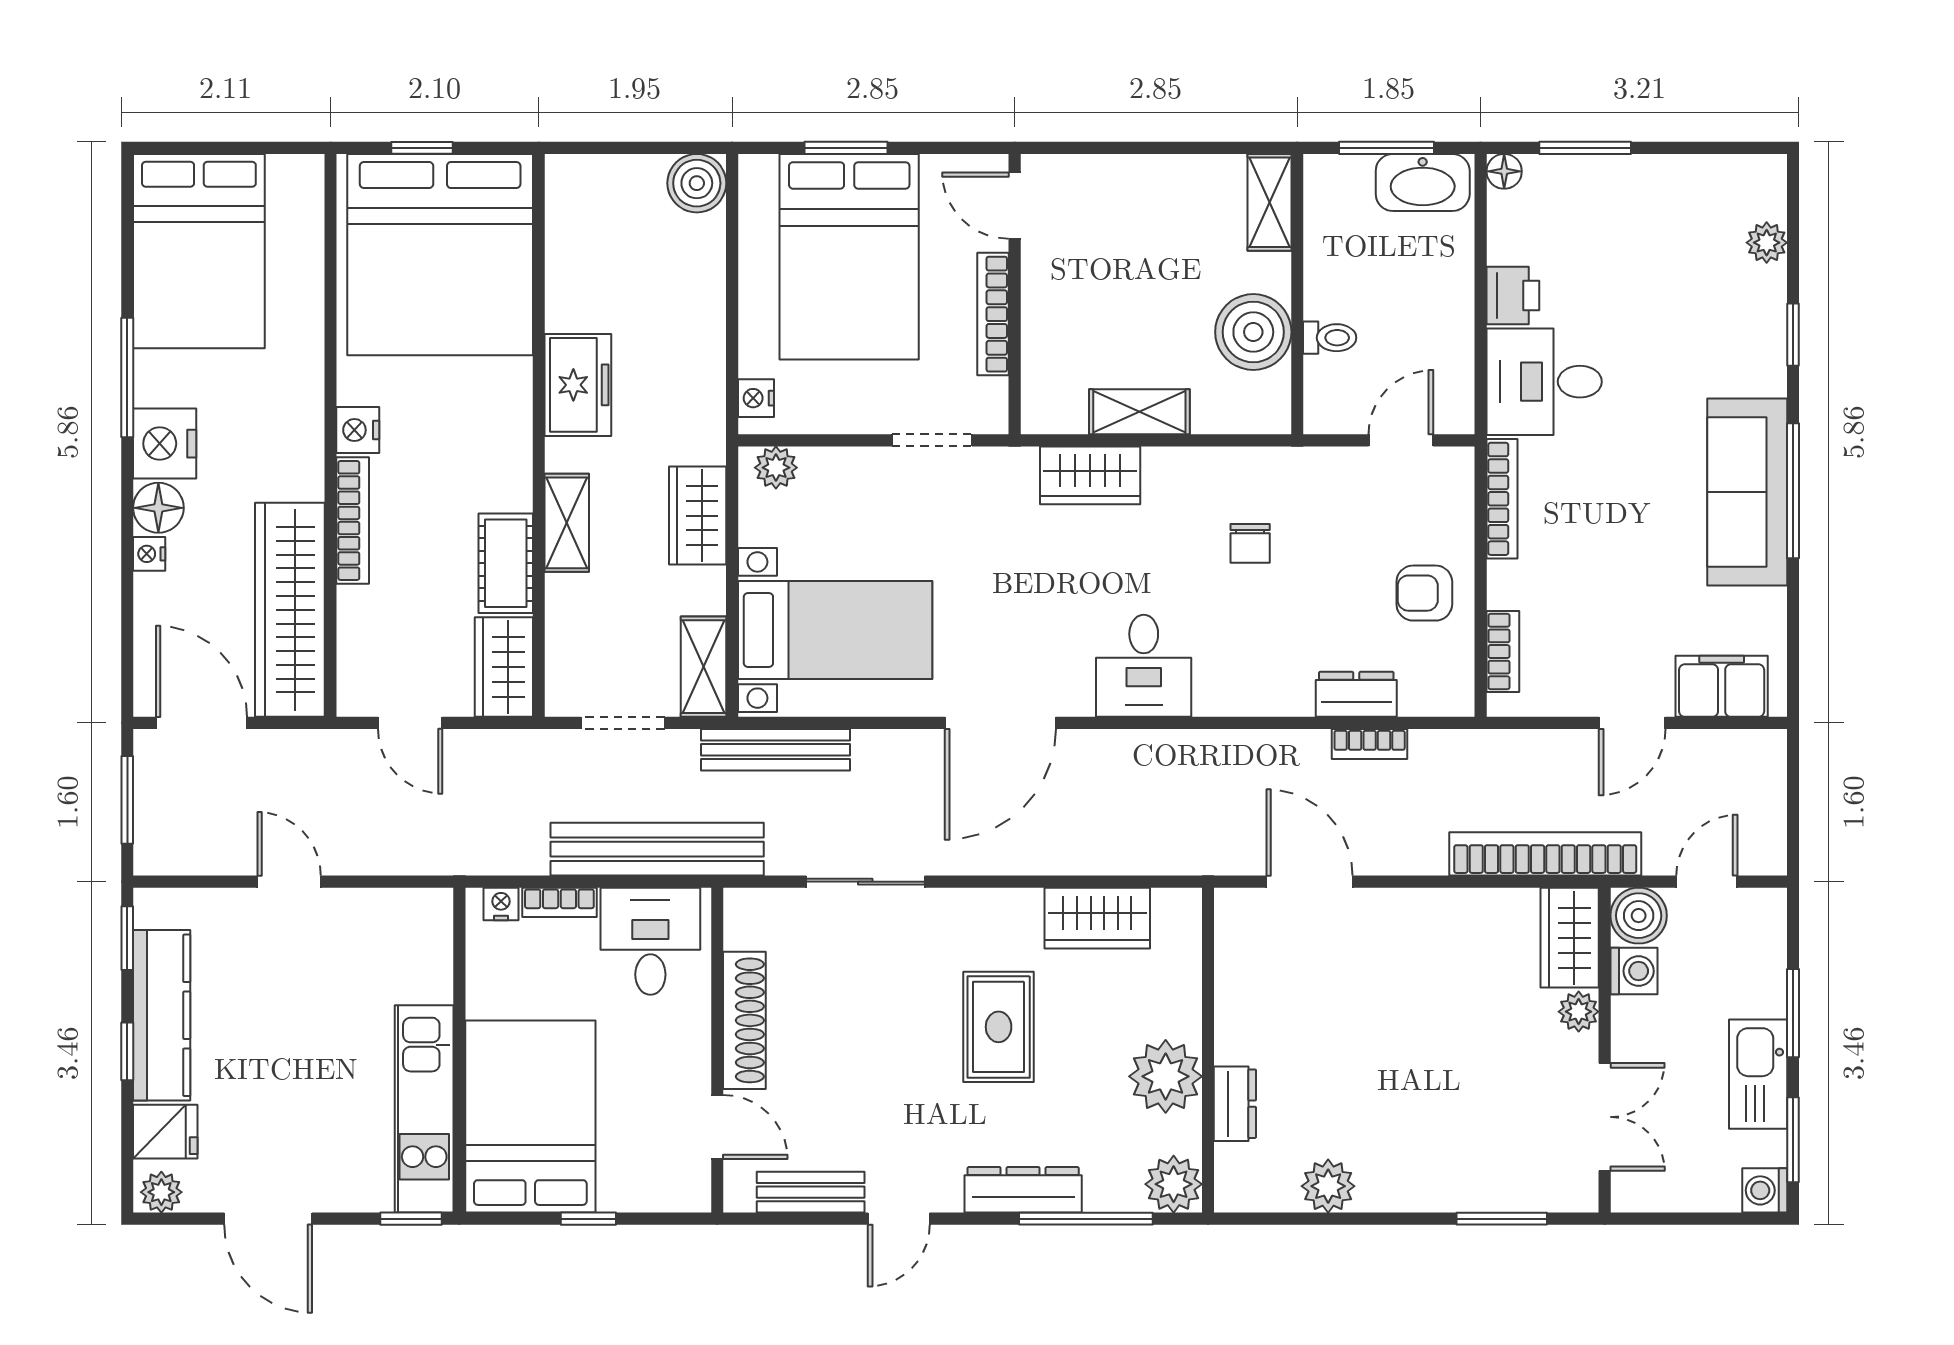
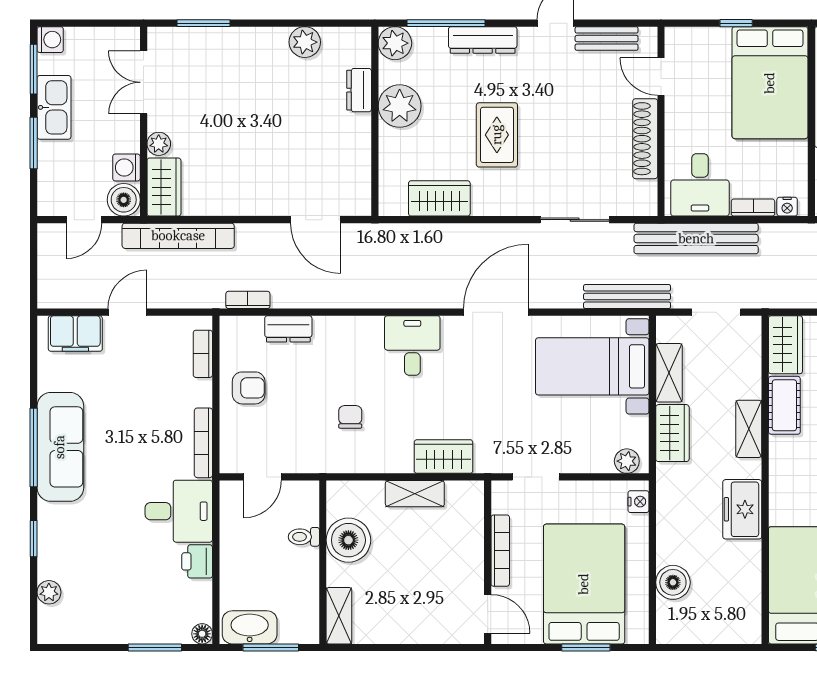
boiler: (697, 183) -> (673, 582), moved
shelving: (703, 667) -> (669, 373), moved
bookcase: (1370, 744) -> (248, 300), moved

